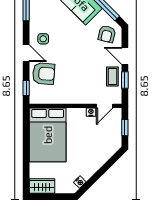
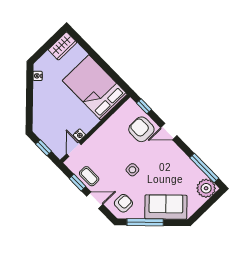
armchair: (107, 34) -> (123, 203), turned 77
side table: (43, 39) -> (132, 170), moved
armchair: (44, 74) -> (141, 129), turned 85

